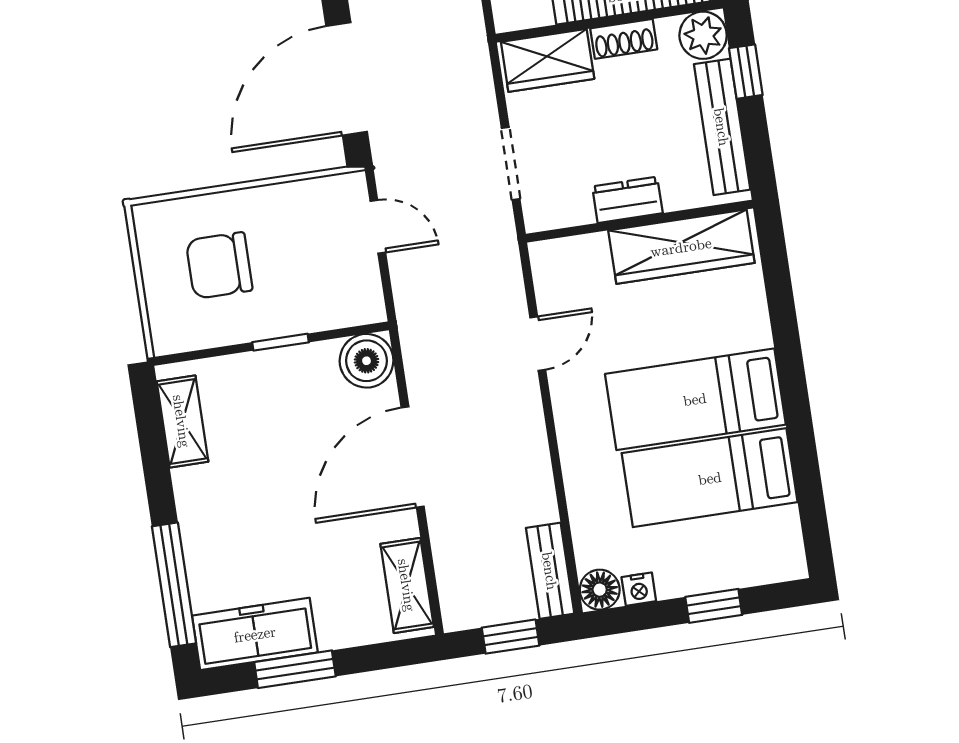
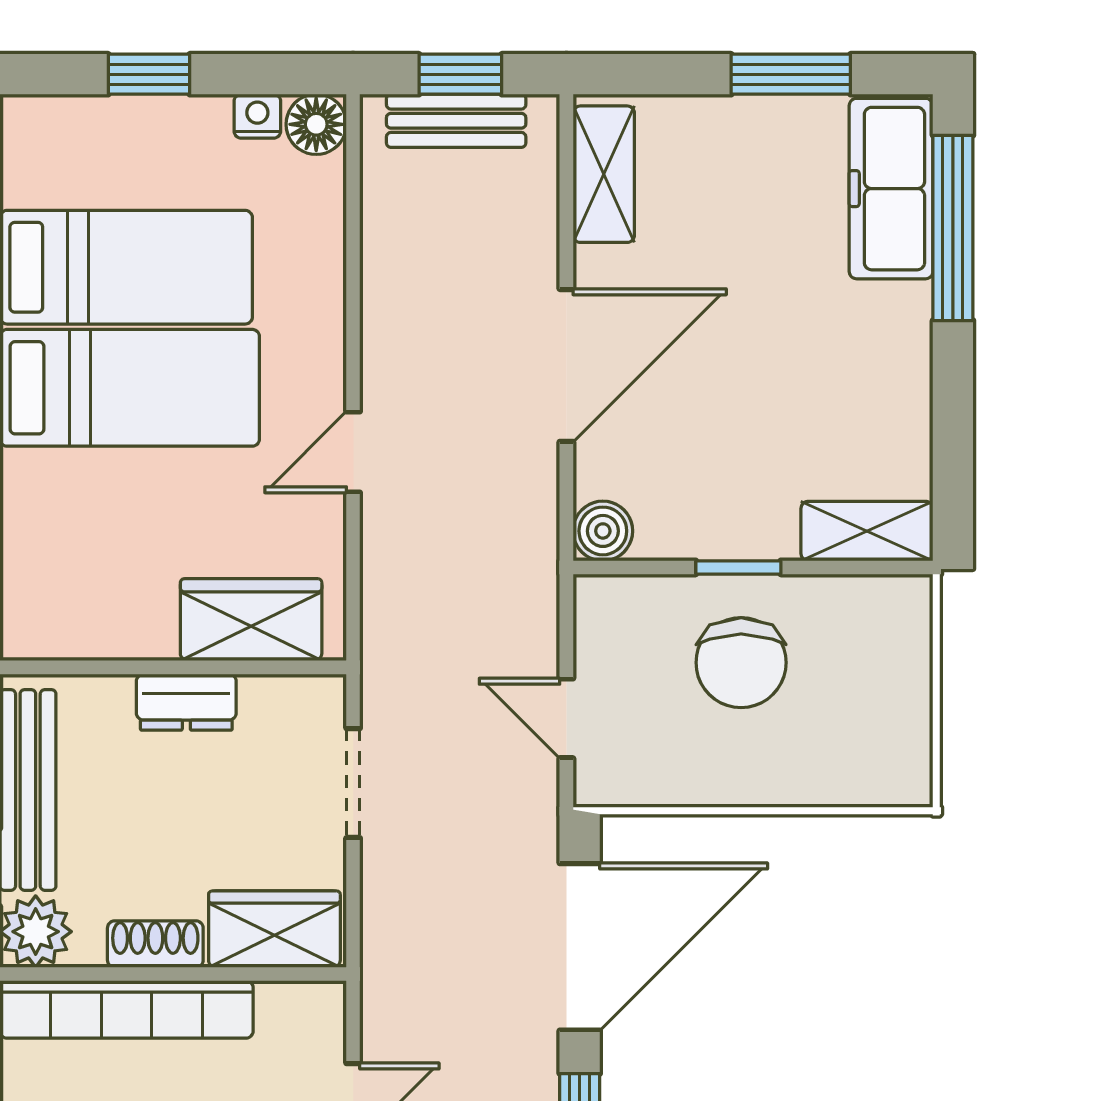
wardrobe: (681, 247) -> (251, 620), moved, width x0.67
chair: (219, 265) -> (741, 663), moved, turned 90
door: (538, 344) -> (353, 452), moved
boiler: (367, 361) -> (603, 531), width x0.73, depth x0.73
shelving: (182, 421) -> (867, 531), moved, turned 90
bench: (550, 571) -> (456, 121), moved, turned 90
freezer: (255, 634) -> (891, 189), moved, turned 90

